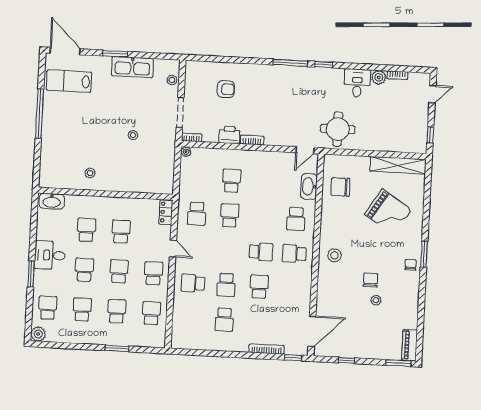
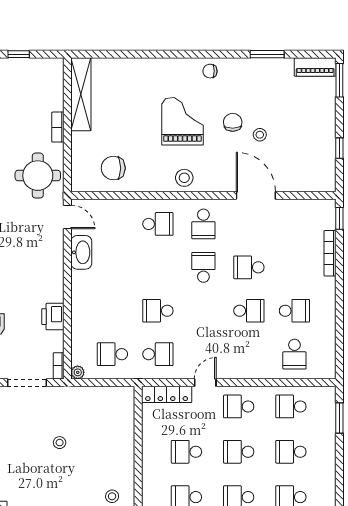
window: (430, 135) -> (19, 54), moved
bookcase: (252, 140) -> (58, 127), moved
school desk: (232, 181) -> (112, 354), moved
washbasin: (309, 186) -> (81, 252), moved, turned -90
chair: (340, 187) -> (113, 168), turned 90
locker: (166, 212) -> (167, 394), width x1.53
grand piano: (388, 212) -> (182, 121), moved, turned -32
window: (424, 254) -> (267, 54), moved
stool: (334, 255) -> (184, 178), moved
chair: (371, 280) -> (233, 122), turned 88
school desk: (193, 283) -> (294, 354), moved
stool: (376, 300) -> (260, 135), moved
door: (312, 331) -> (256, 195), moved
window: (117, 348) -> (339, 418), moved

